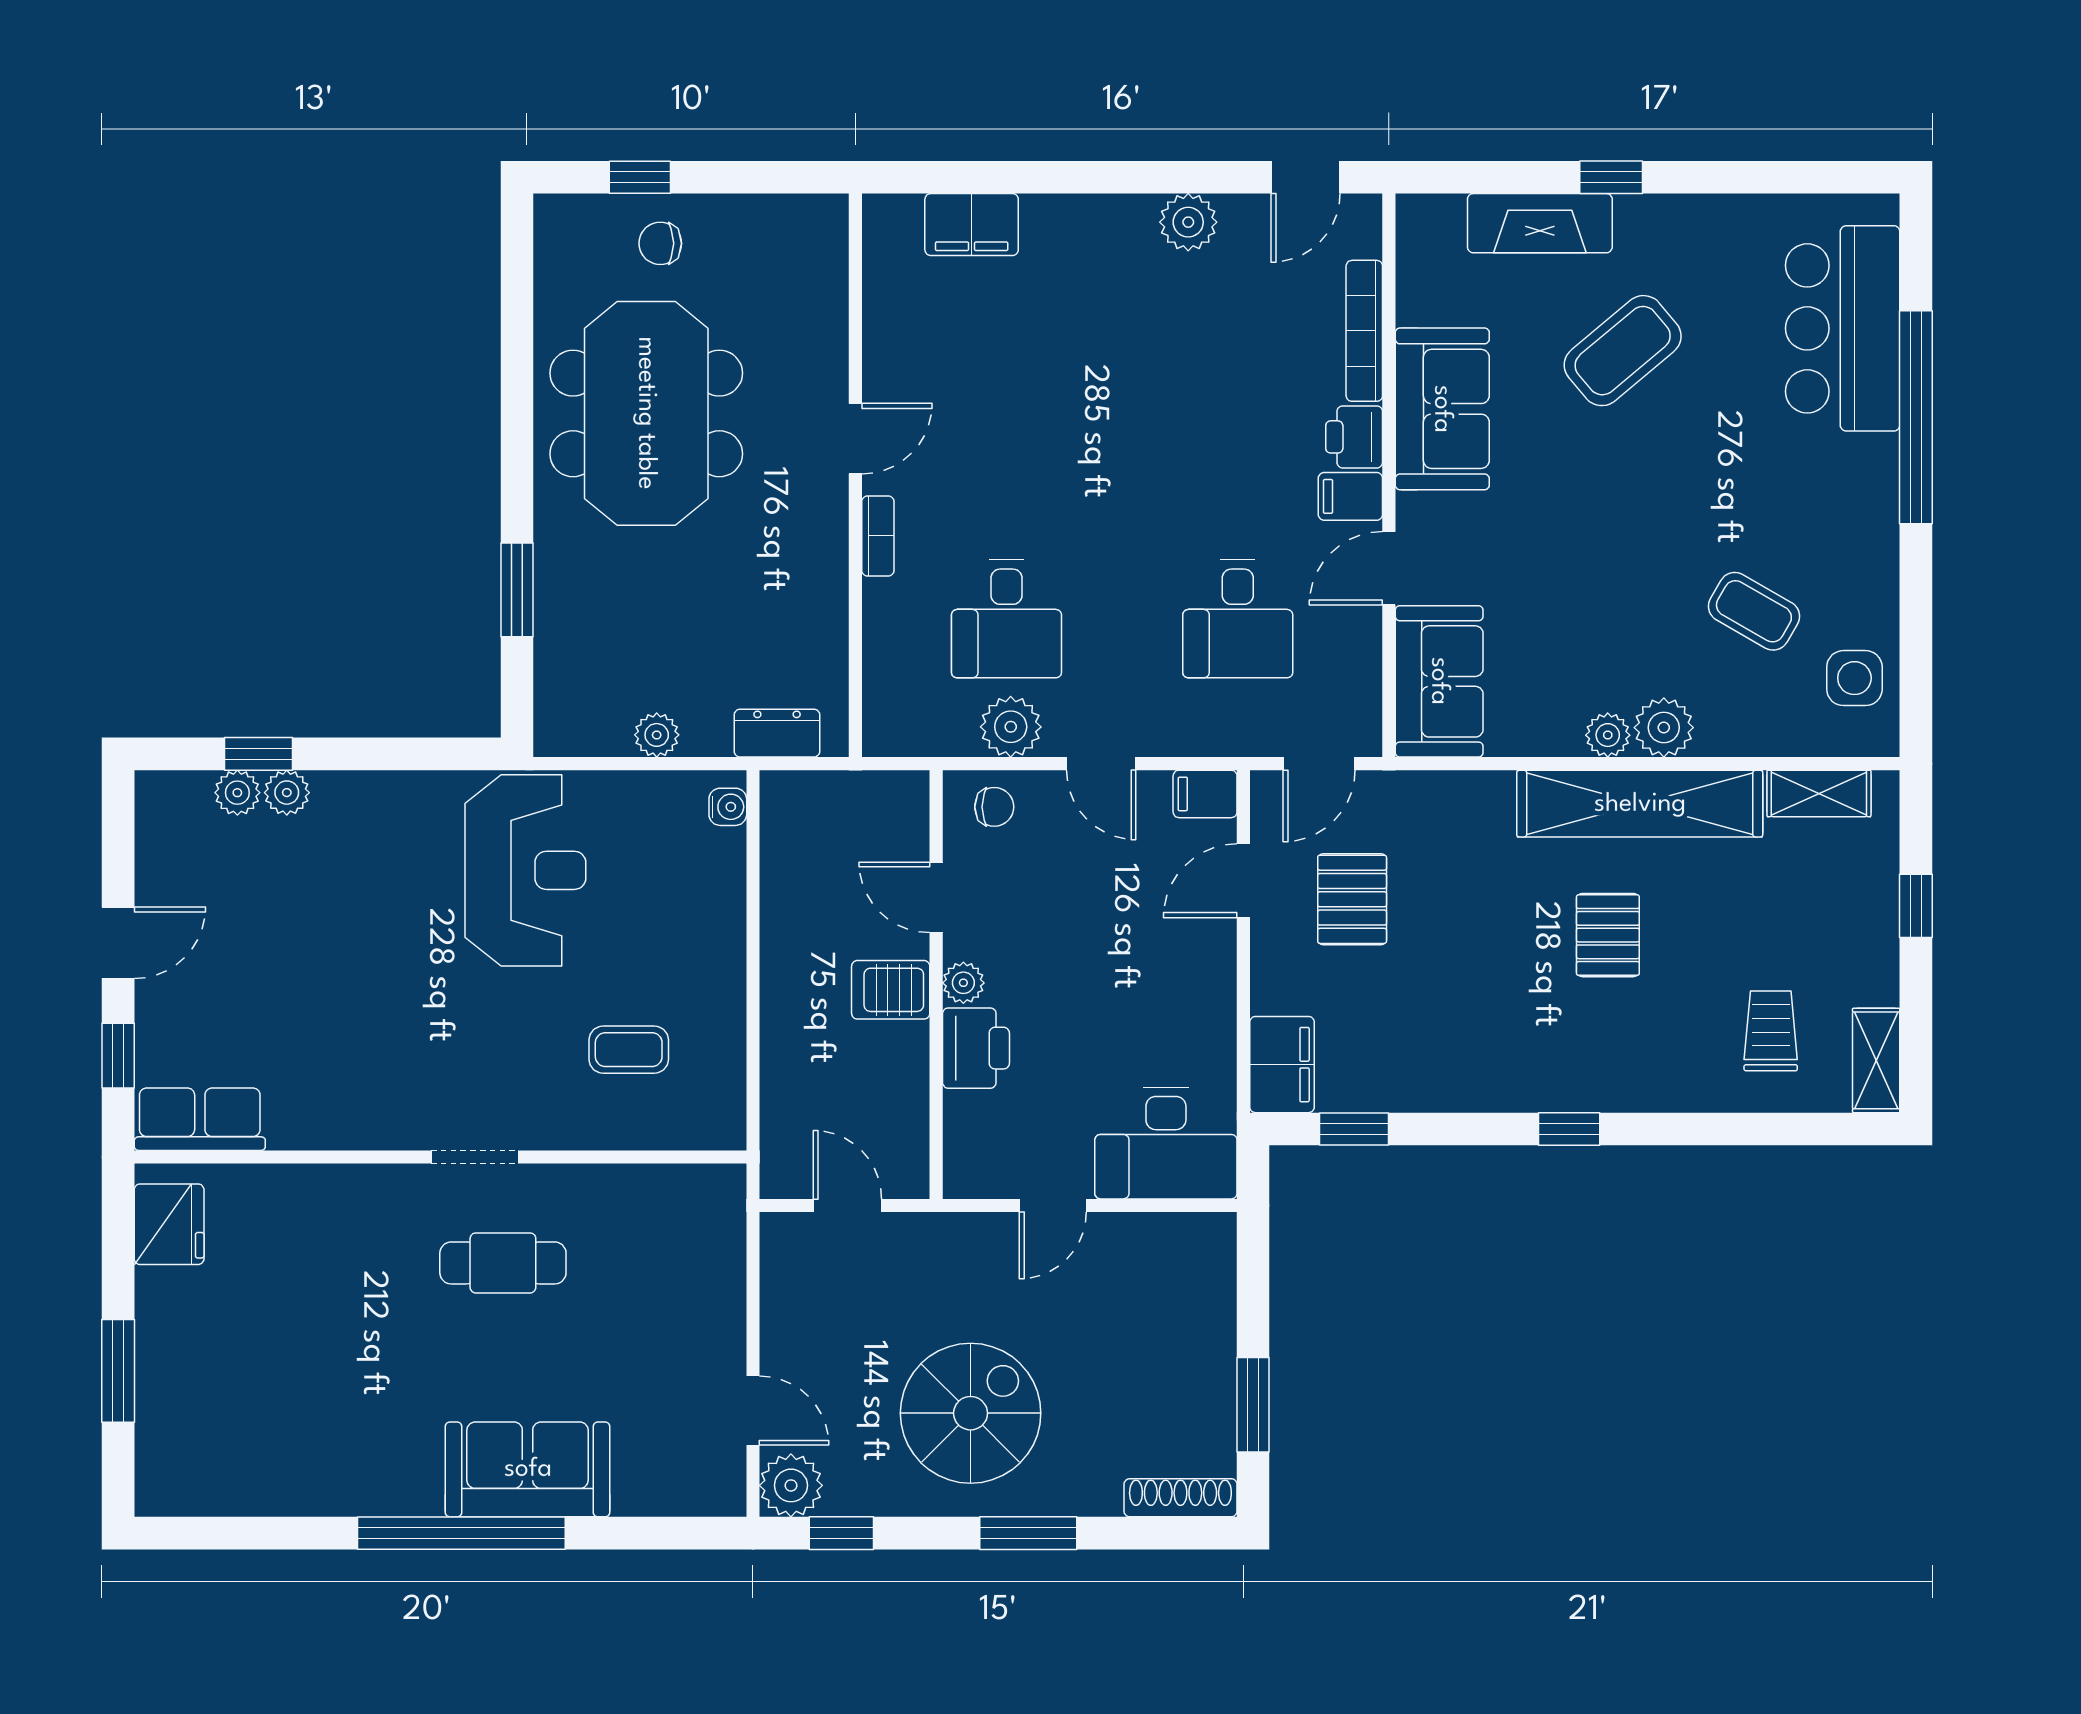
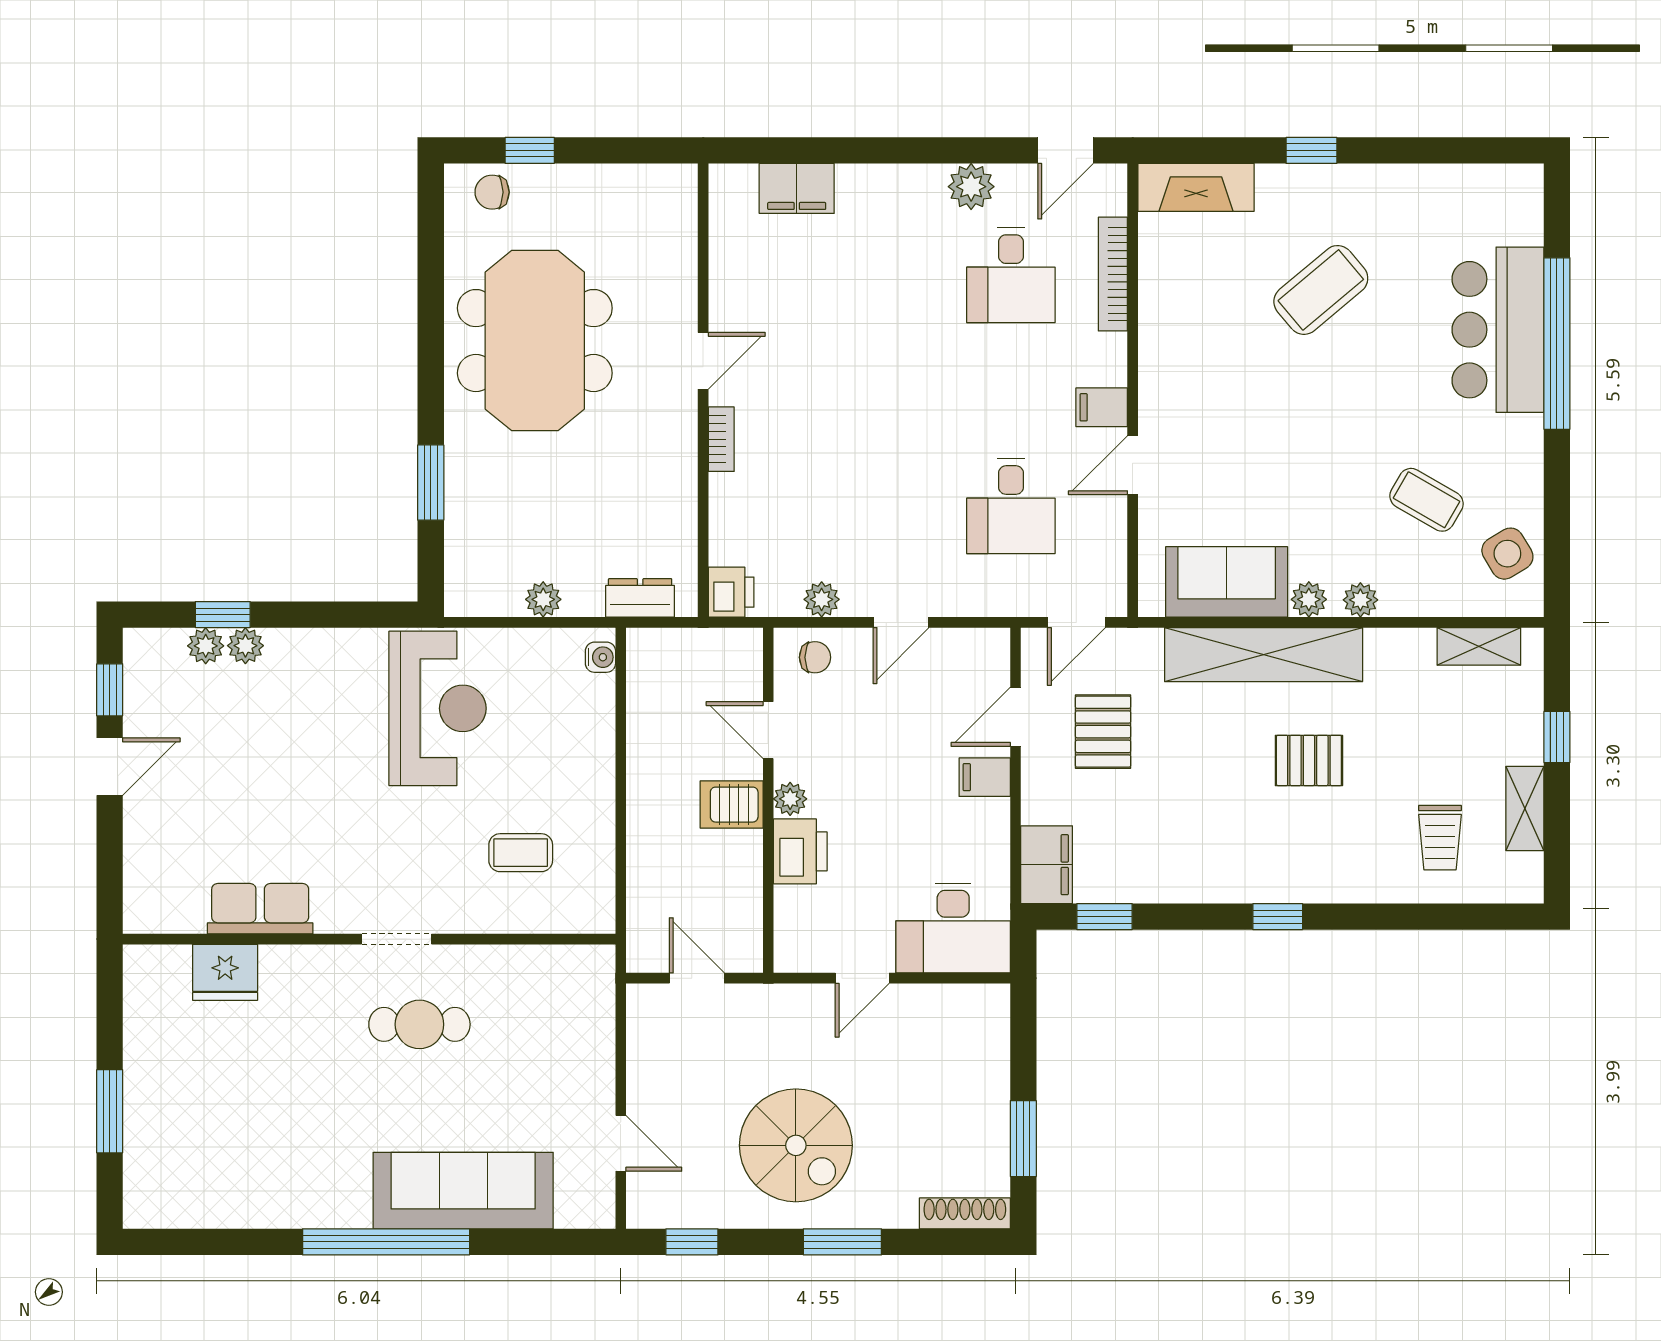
fireplace: (1540, 223) -> (1196, 187), moved
chair: (660, 243) -> (492, 192), moved
bar counter: (1843, 328) -> (1498, 330), moved
sofa: (1442, 409) -> (1176, 337), removed
printer: (1354, 437) -> (731, 592), moved, turned 180
desk: (1006, 619) -> (1011, 275), moved
side table: (1854, 678) -> (1507, 554), turned -31
sofa: (1439, 681) -> (1227, 582), moved, turned -90
plant: (1011, 727) -> (822, 599), width x0.73, depth x0.73
plant: (1664, 728) -> (1360, 600), width x0.73, depth x0.73
door: (1101, 764) -> (901, 622), hinge flipped
filing cabinet: (1205, 794) -> (985, 777), moved
shelving: (1640, 804) -> (1264, 655), moved
pallet: (1608, 935) -> (1309, 760), turned 90
trolley: (1771, 1031) -> (1440, 838), turned 180
window: (118, 1056) -> (110, 690), moved
shelving: (1876, 1060) -> (1525, 808), moved
row of seats: (200, 1119) -> (260, 909), moved
fridge: (169, 1224) -> (225, 972), moved, turned 90
spiral stairs: (971, 1413) -> (796, 1145), turned 90
sofa: (528, 1469) -> (463, 1191), width x1.36
plant: (791, 1485) -> (651, 1203), removed

